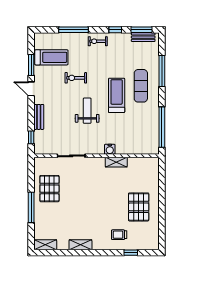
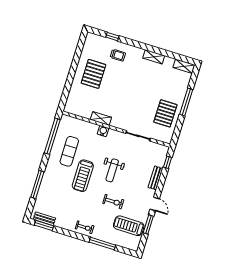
window: (115, 30) -> (66, 232), removed
exercise mat: (141, 86) -> (69, 151), moved

